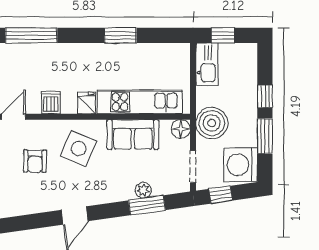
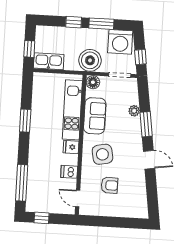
side table: (79, 149) -> (102, 154), turned -34
window: (147, 205) -> (146, 124), moved

